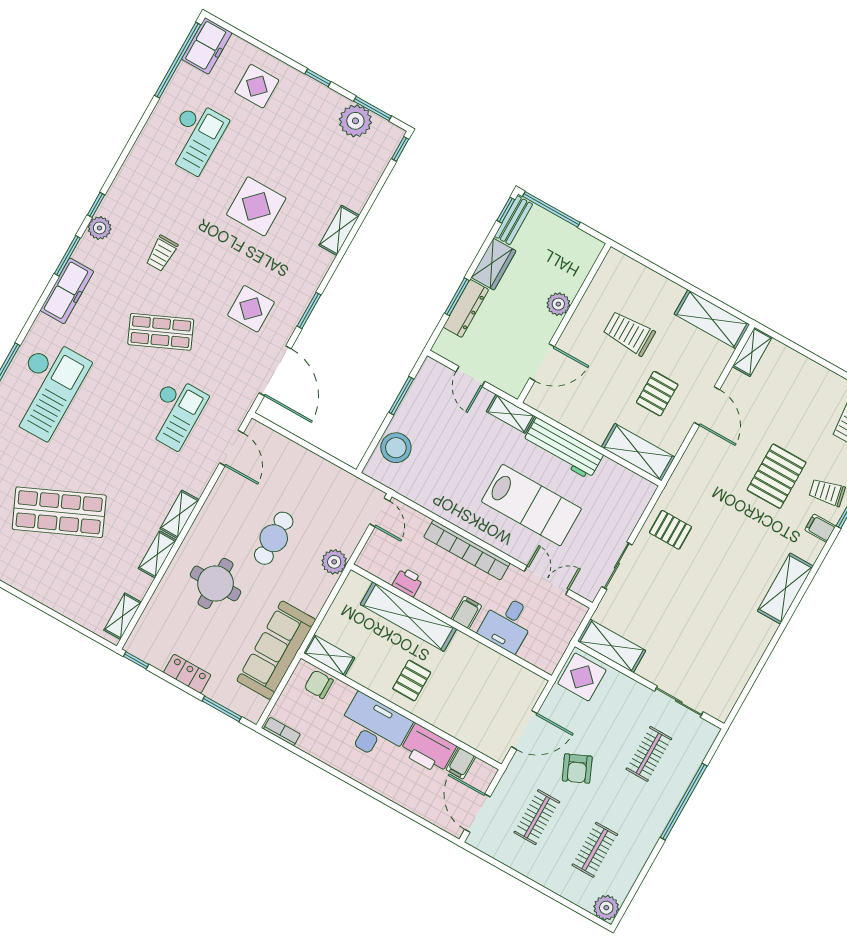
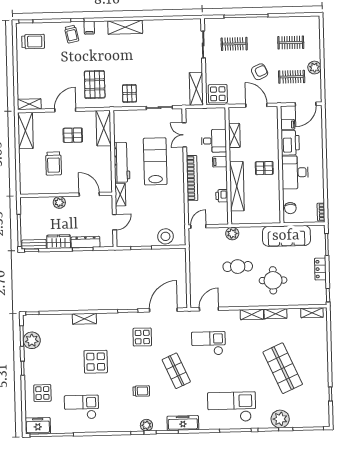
pallet: (776, 476) -> (95, 85), moved, turned 90
shelving: (329, 655) -> (234, 135), moved
plant: (606, 908) -> (314, 68), moved

